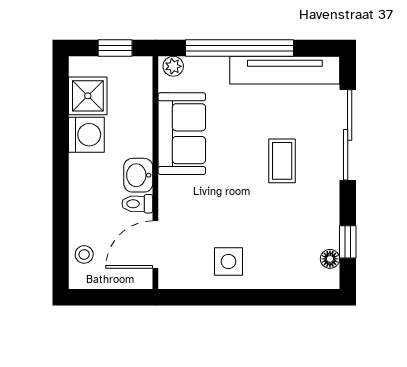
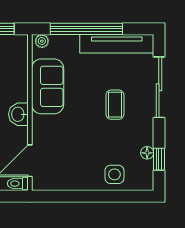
toilet: (137, 204) -> (18, 184), moved
floor lamp: (330, 259) -> (147, 153), moved
side table: (228, 262) -> (114, 174), moved

